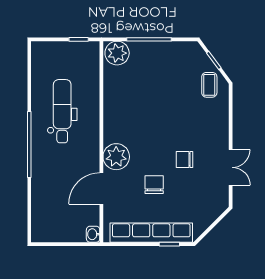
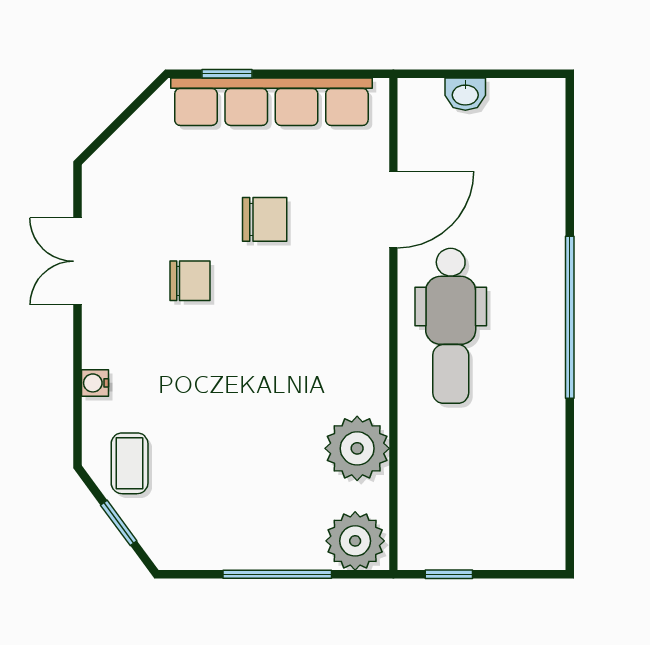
dental chair: (62, 111) -> (451, 326), moved
water cooler: (223, 118) -> (95, 383), added
plant: (116, 157) -> (357, 448), moved
chair: (154, 185) -> (265, 219), turned -90
washbasin: (93, 234) -> (465, 94), moved, turned 90

